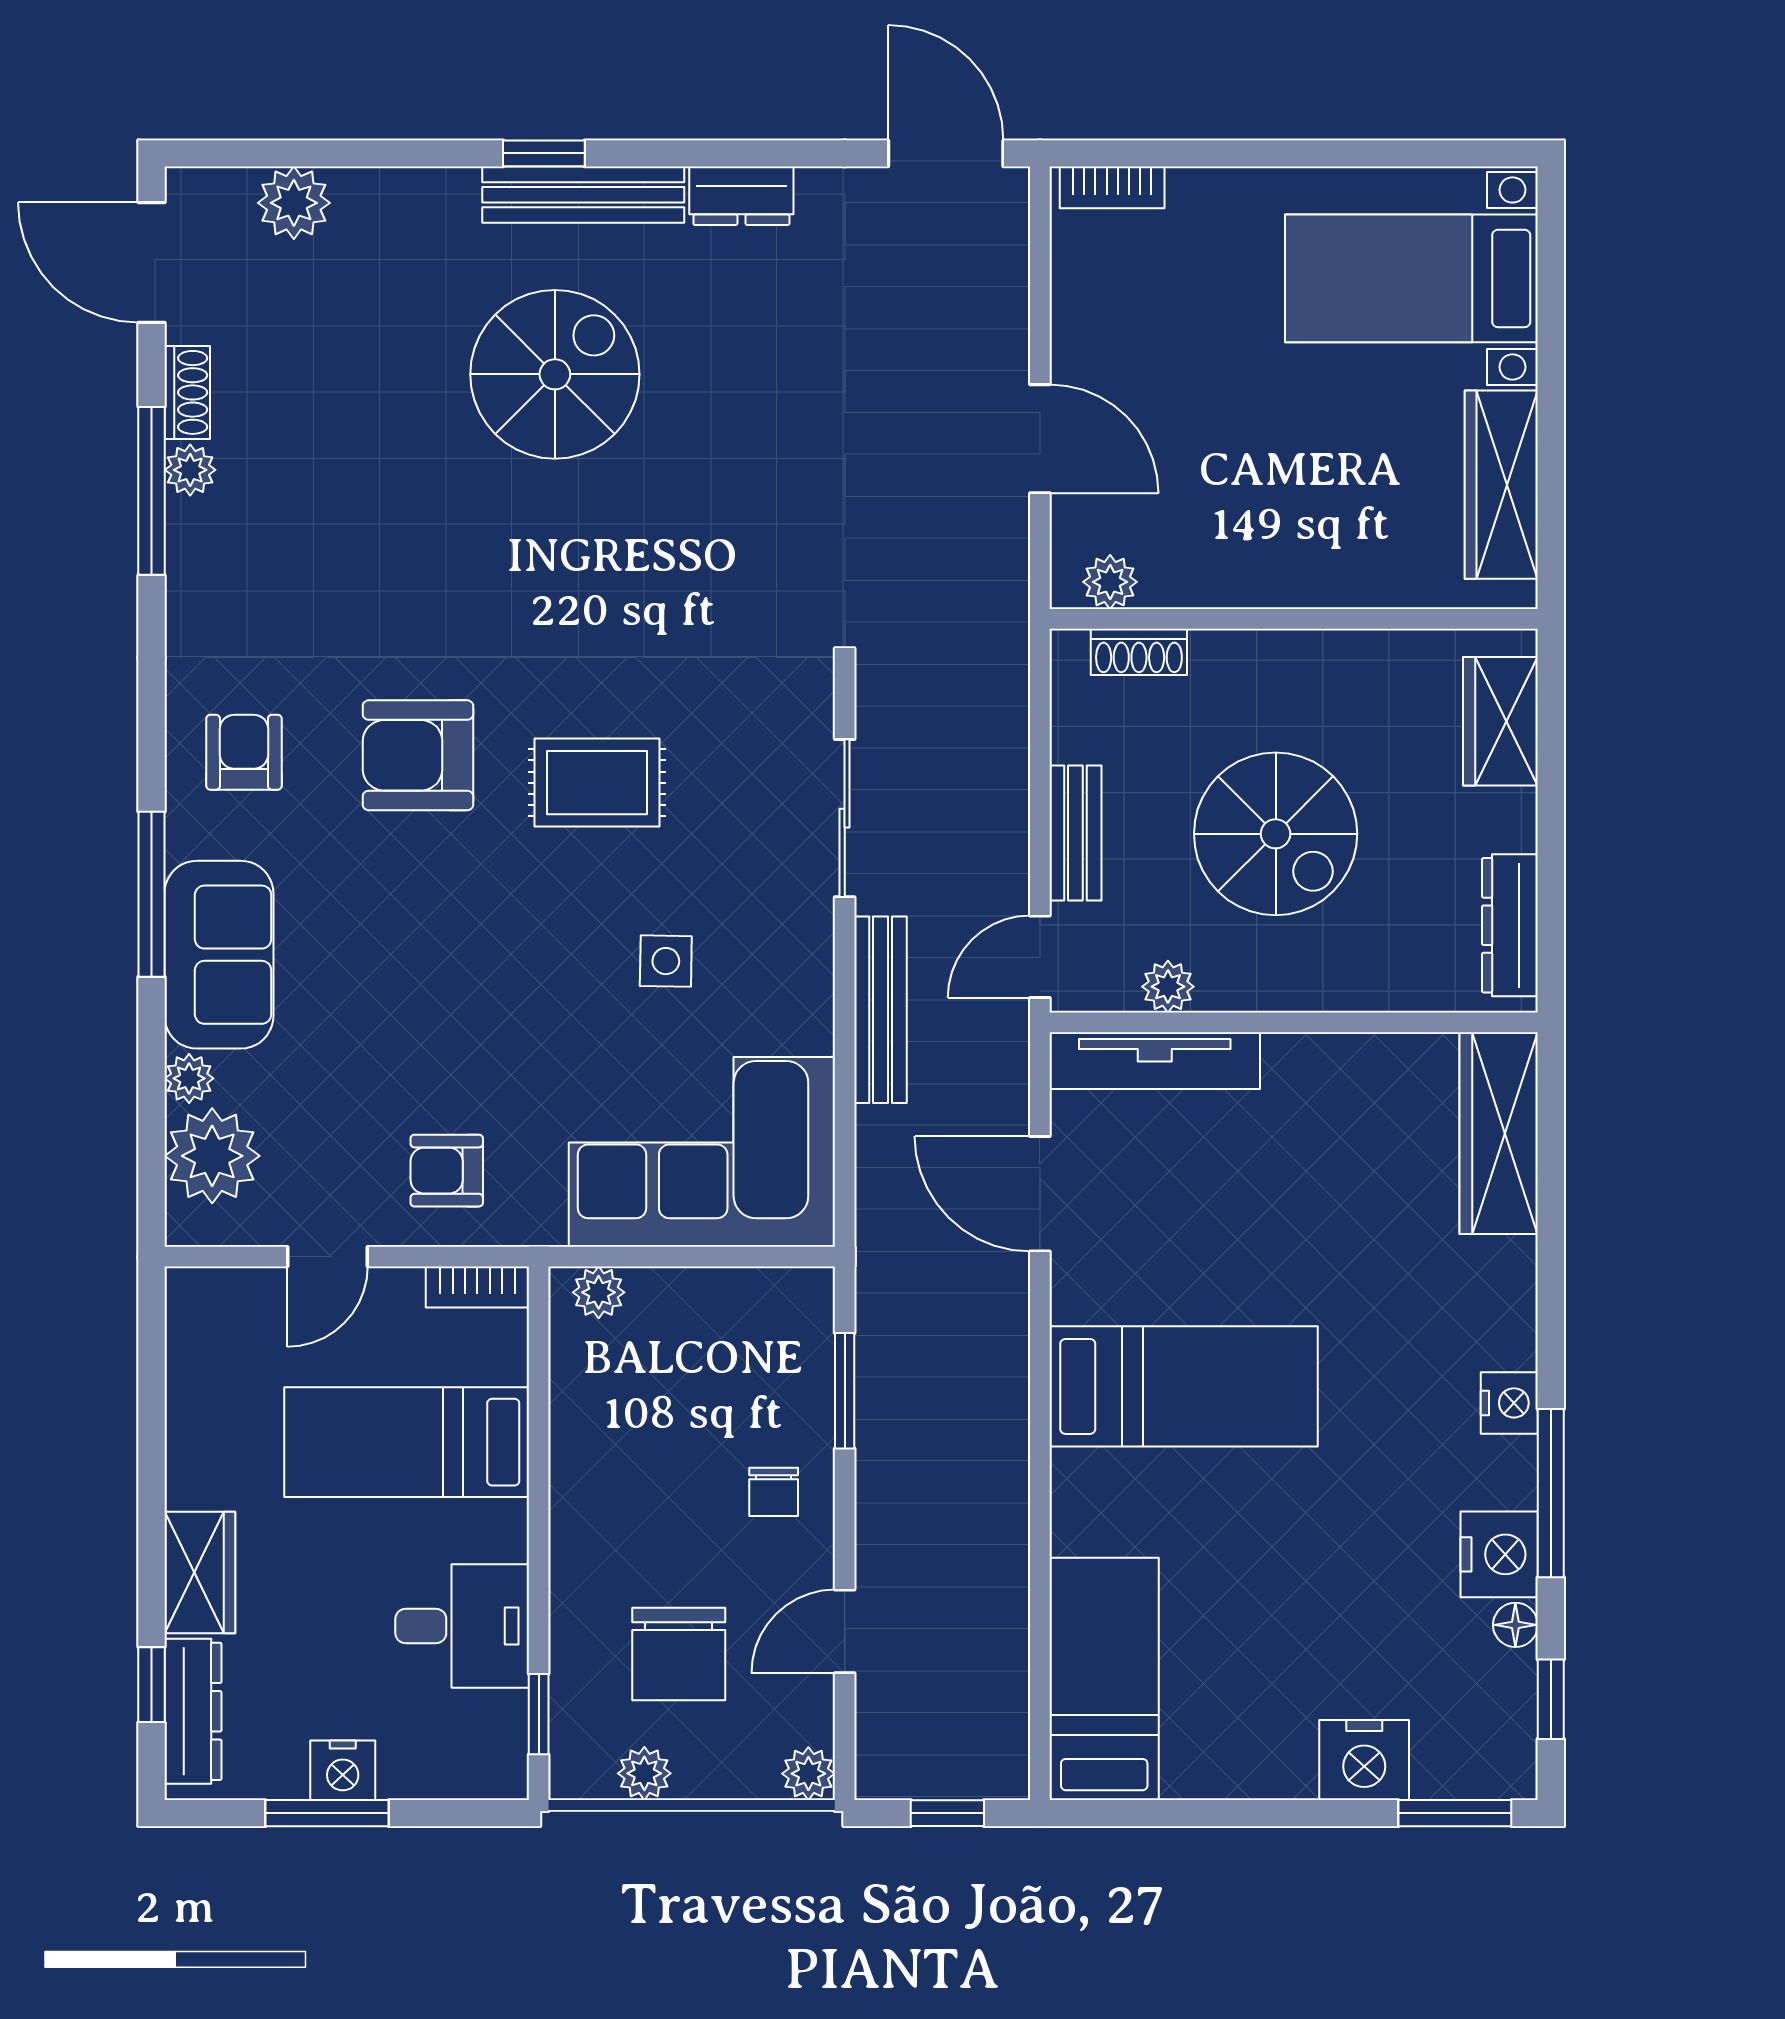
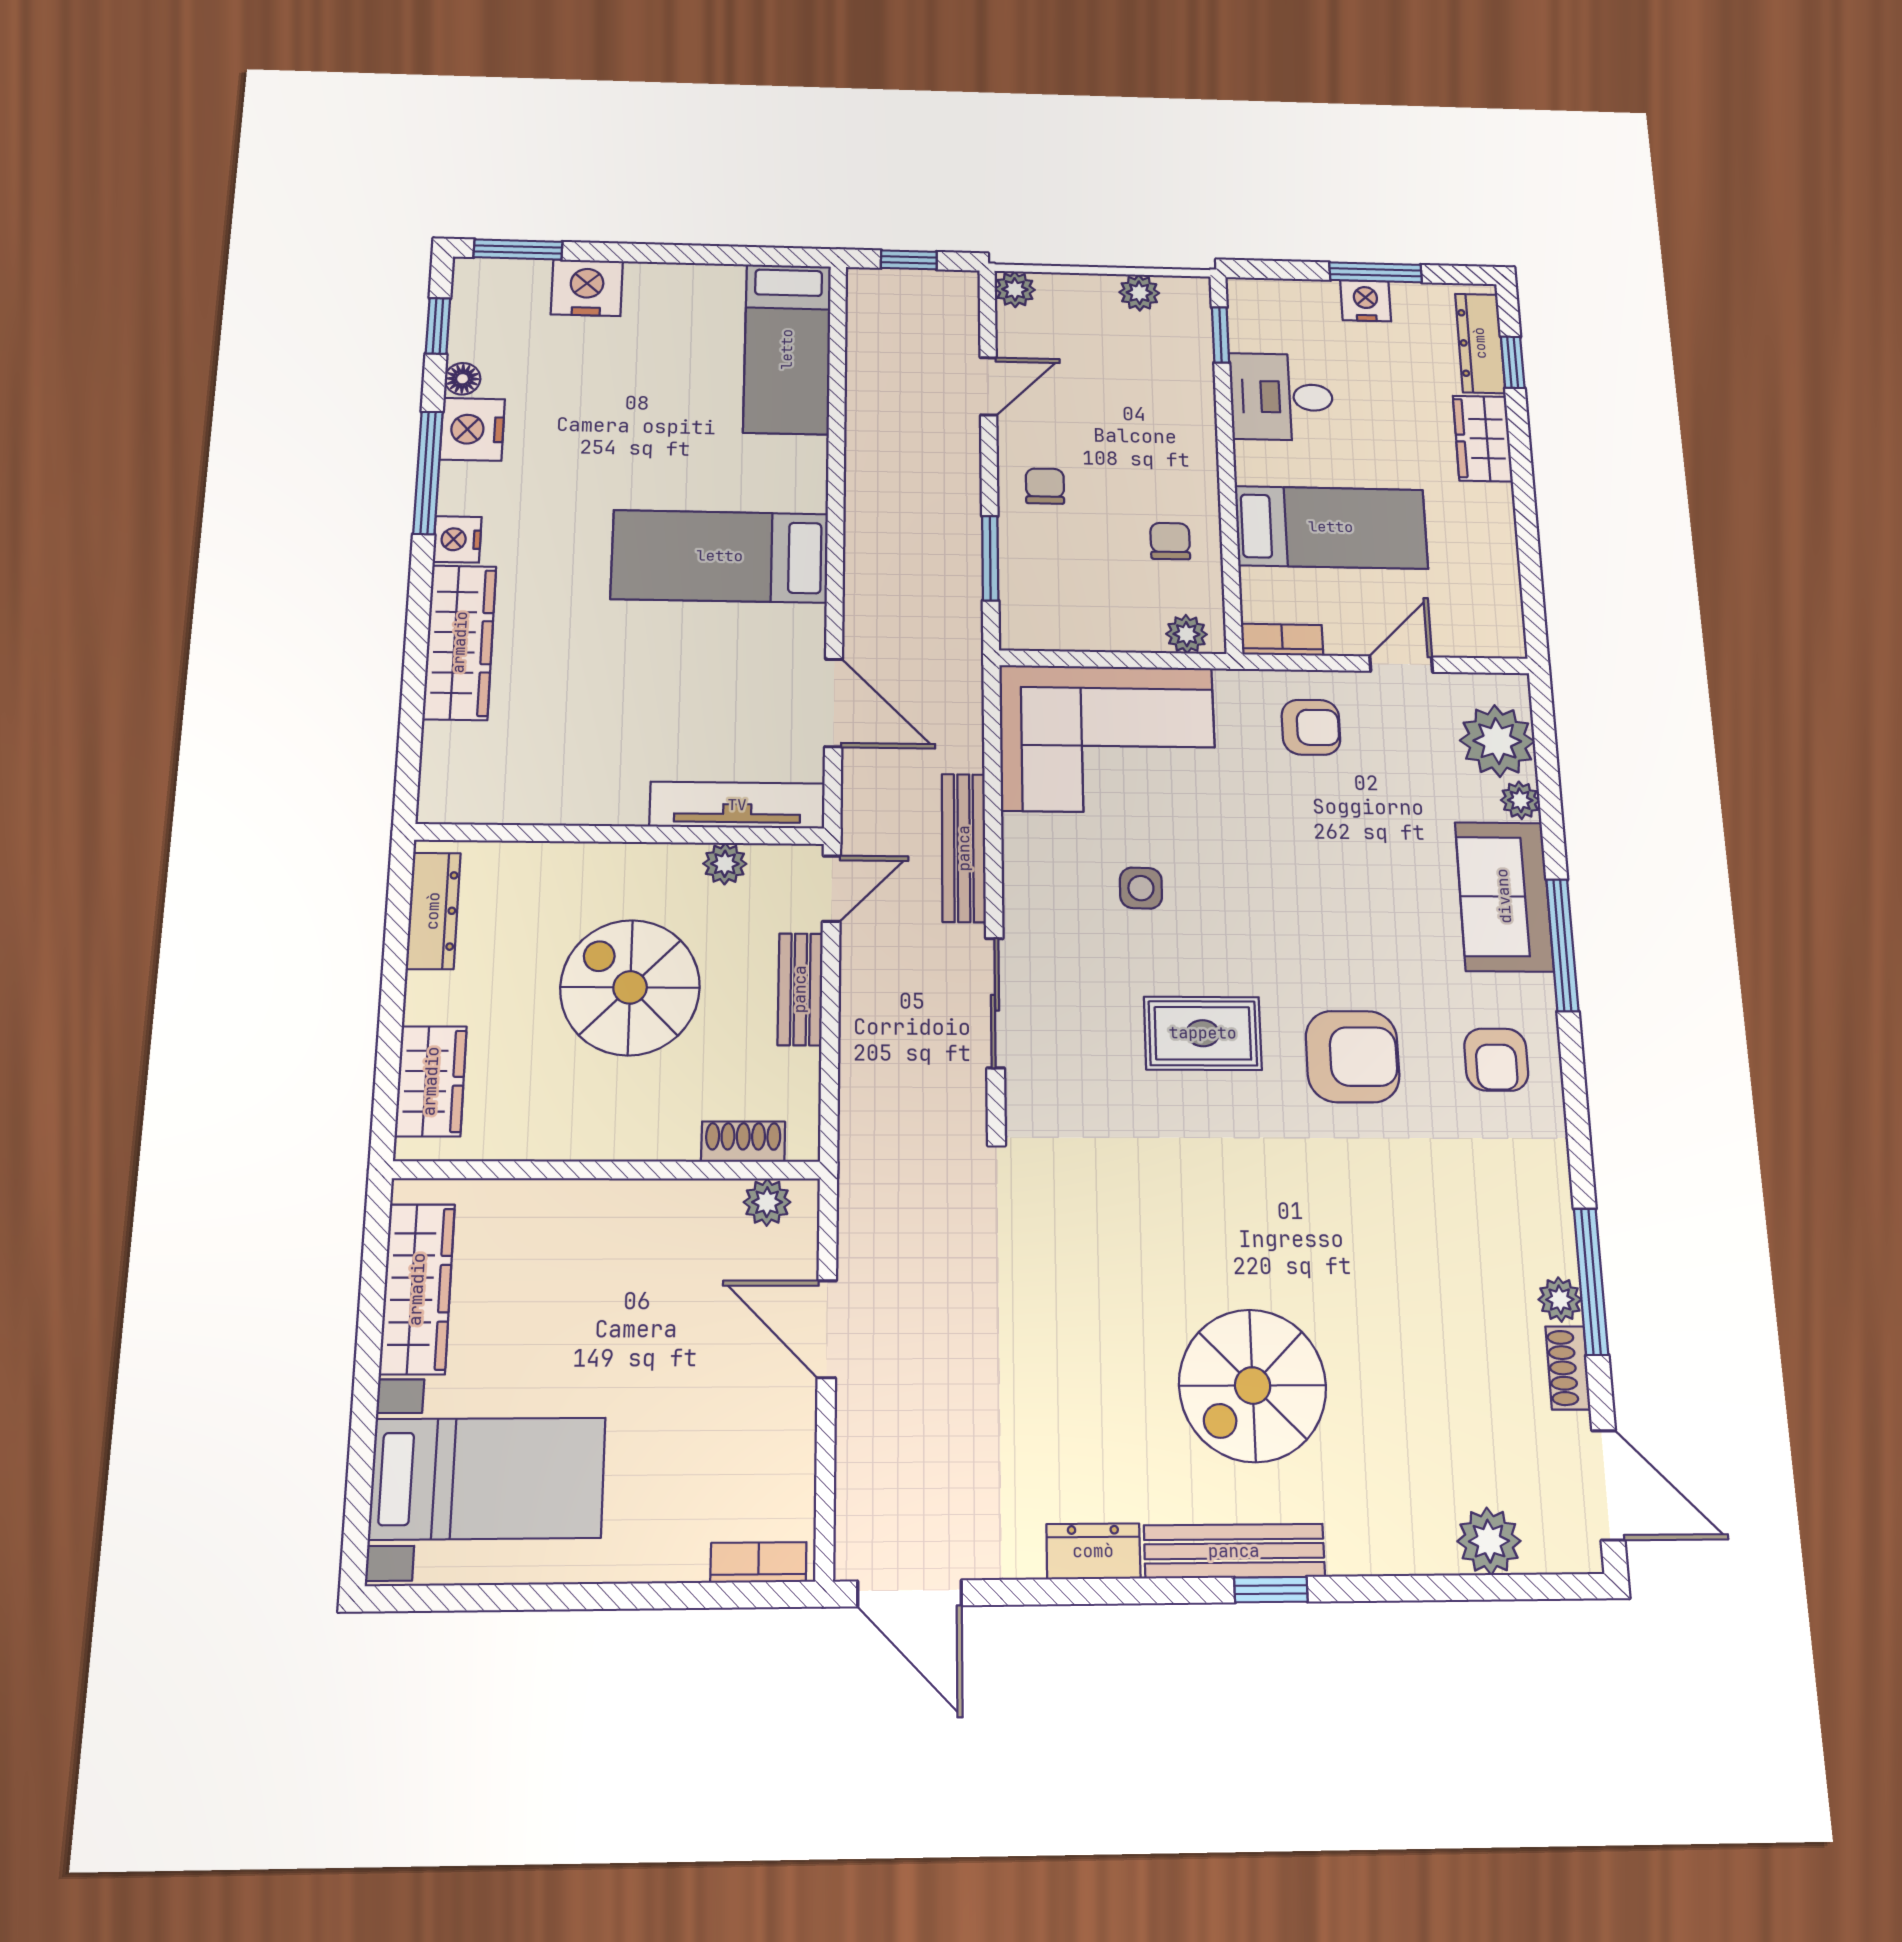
wardrobe: (1499, 1133) -> (460, 642), moved
chair: (679, 1654) -> (1170, 541), moved, width x0.54, depth x0.54

